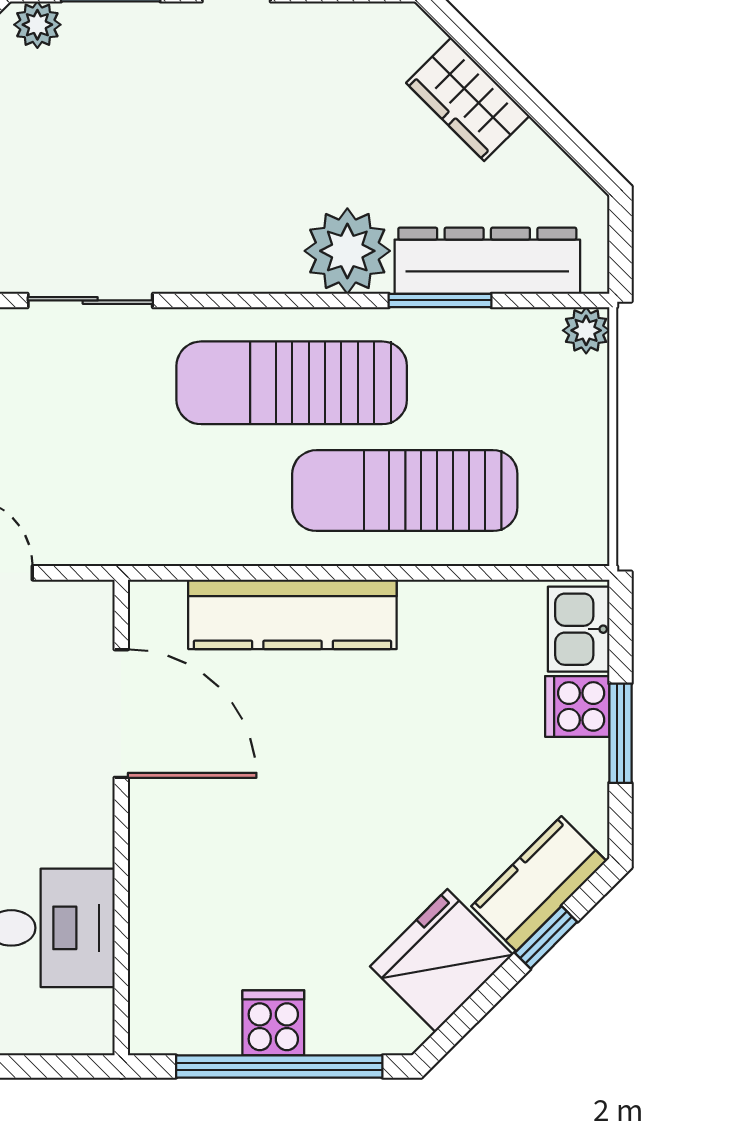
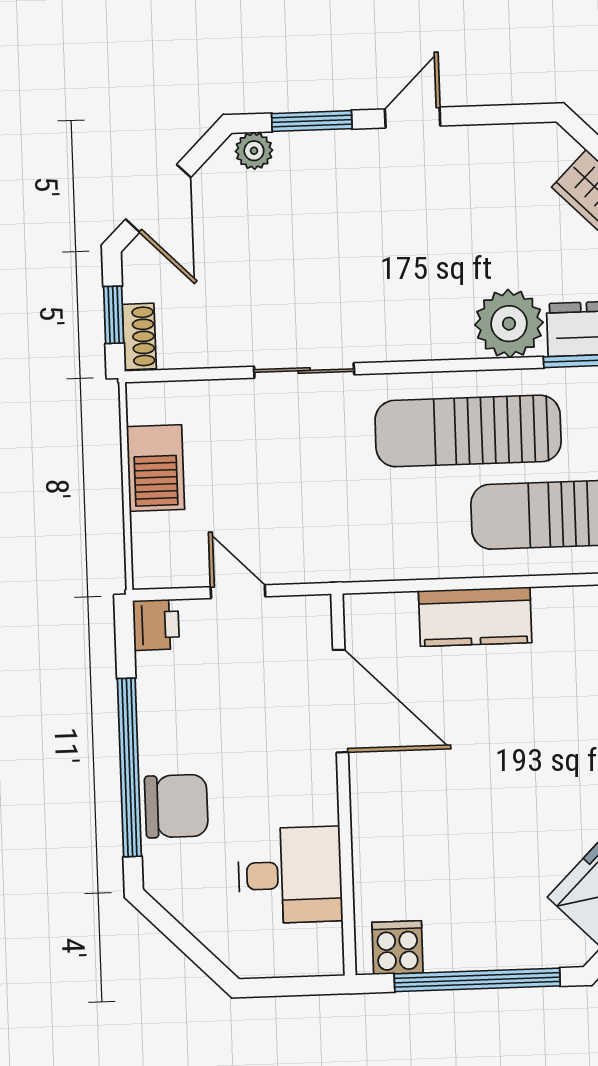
kitchen counter: (292, 614) -> (475, 617), width x0.67
cooker: (273, 1023) -> (397, 948), moved

